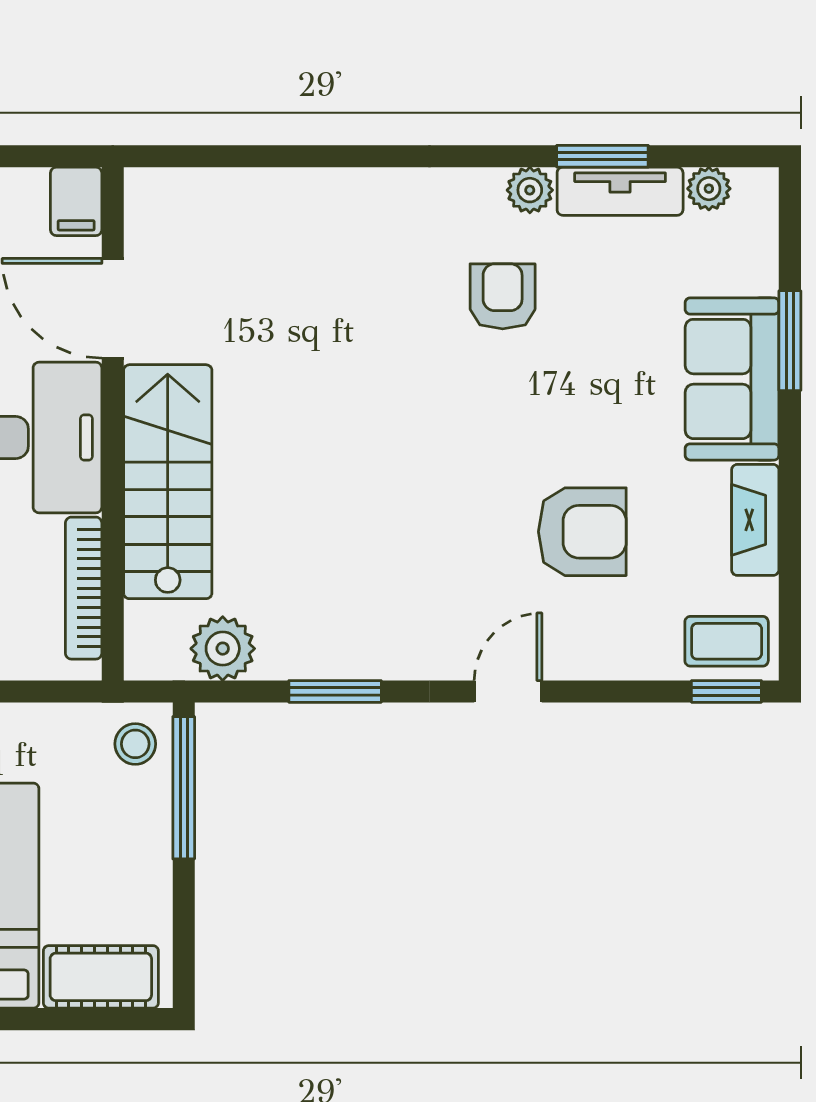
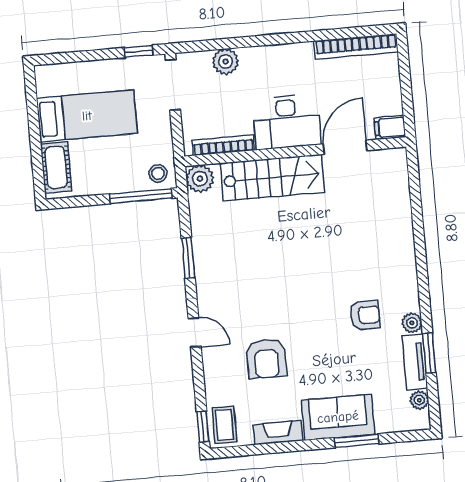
plant: (223, 649) -> (200, 179), moved

